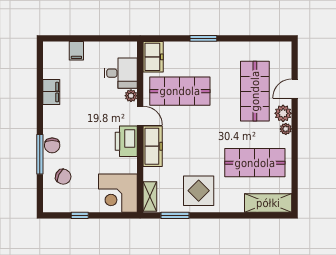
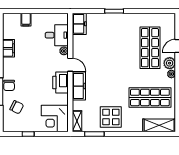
shop shelf: (180, 91) -> (98, 48), removed

